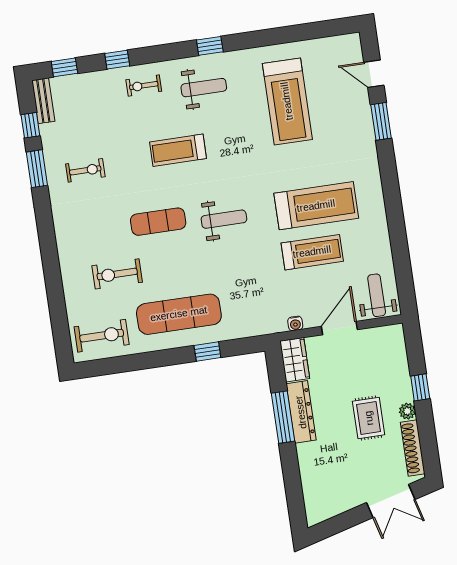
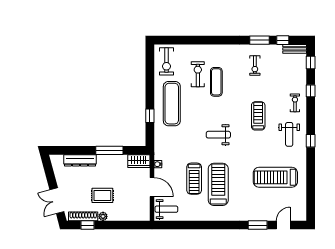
treadmill: (316, 206) -> (218, 184), turned 180
weight bench: (224, 219) -> (218, 135), turned 90
exercise mat: (158, 222) -> (216, 82), moved
window: (420, 387) -> (87, 225), moved
dresser: (301, 412) -> (80, 160), moved

